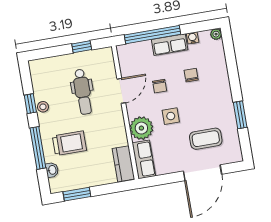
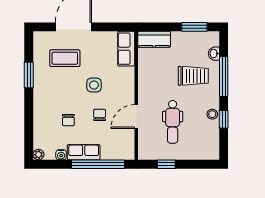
dental chair: (83, 92) -> (173, 122), turned 180
plant: (141, 128) -> (123, 78), removed
trolley: (69, 143) -> (193, 76), turned 180
kitchen counter: (123, 164) -> (154, 39), moved, turned 90

